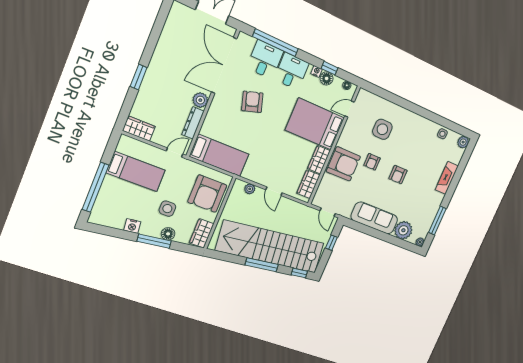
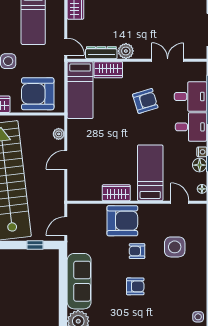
double door: (224, 66) -> (168, 60), width x0.54
bed: (315, 124) -> (150, 173), width x0.67
armchair: (343, 164) -> (122, 221), turned -90
armchair: (398, 175) -> (135, 286), turned 180
wardrobe: (308, 184) -> (108, 70), moved, turned 180

